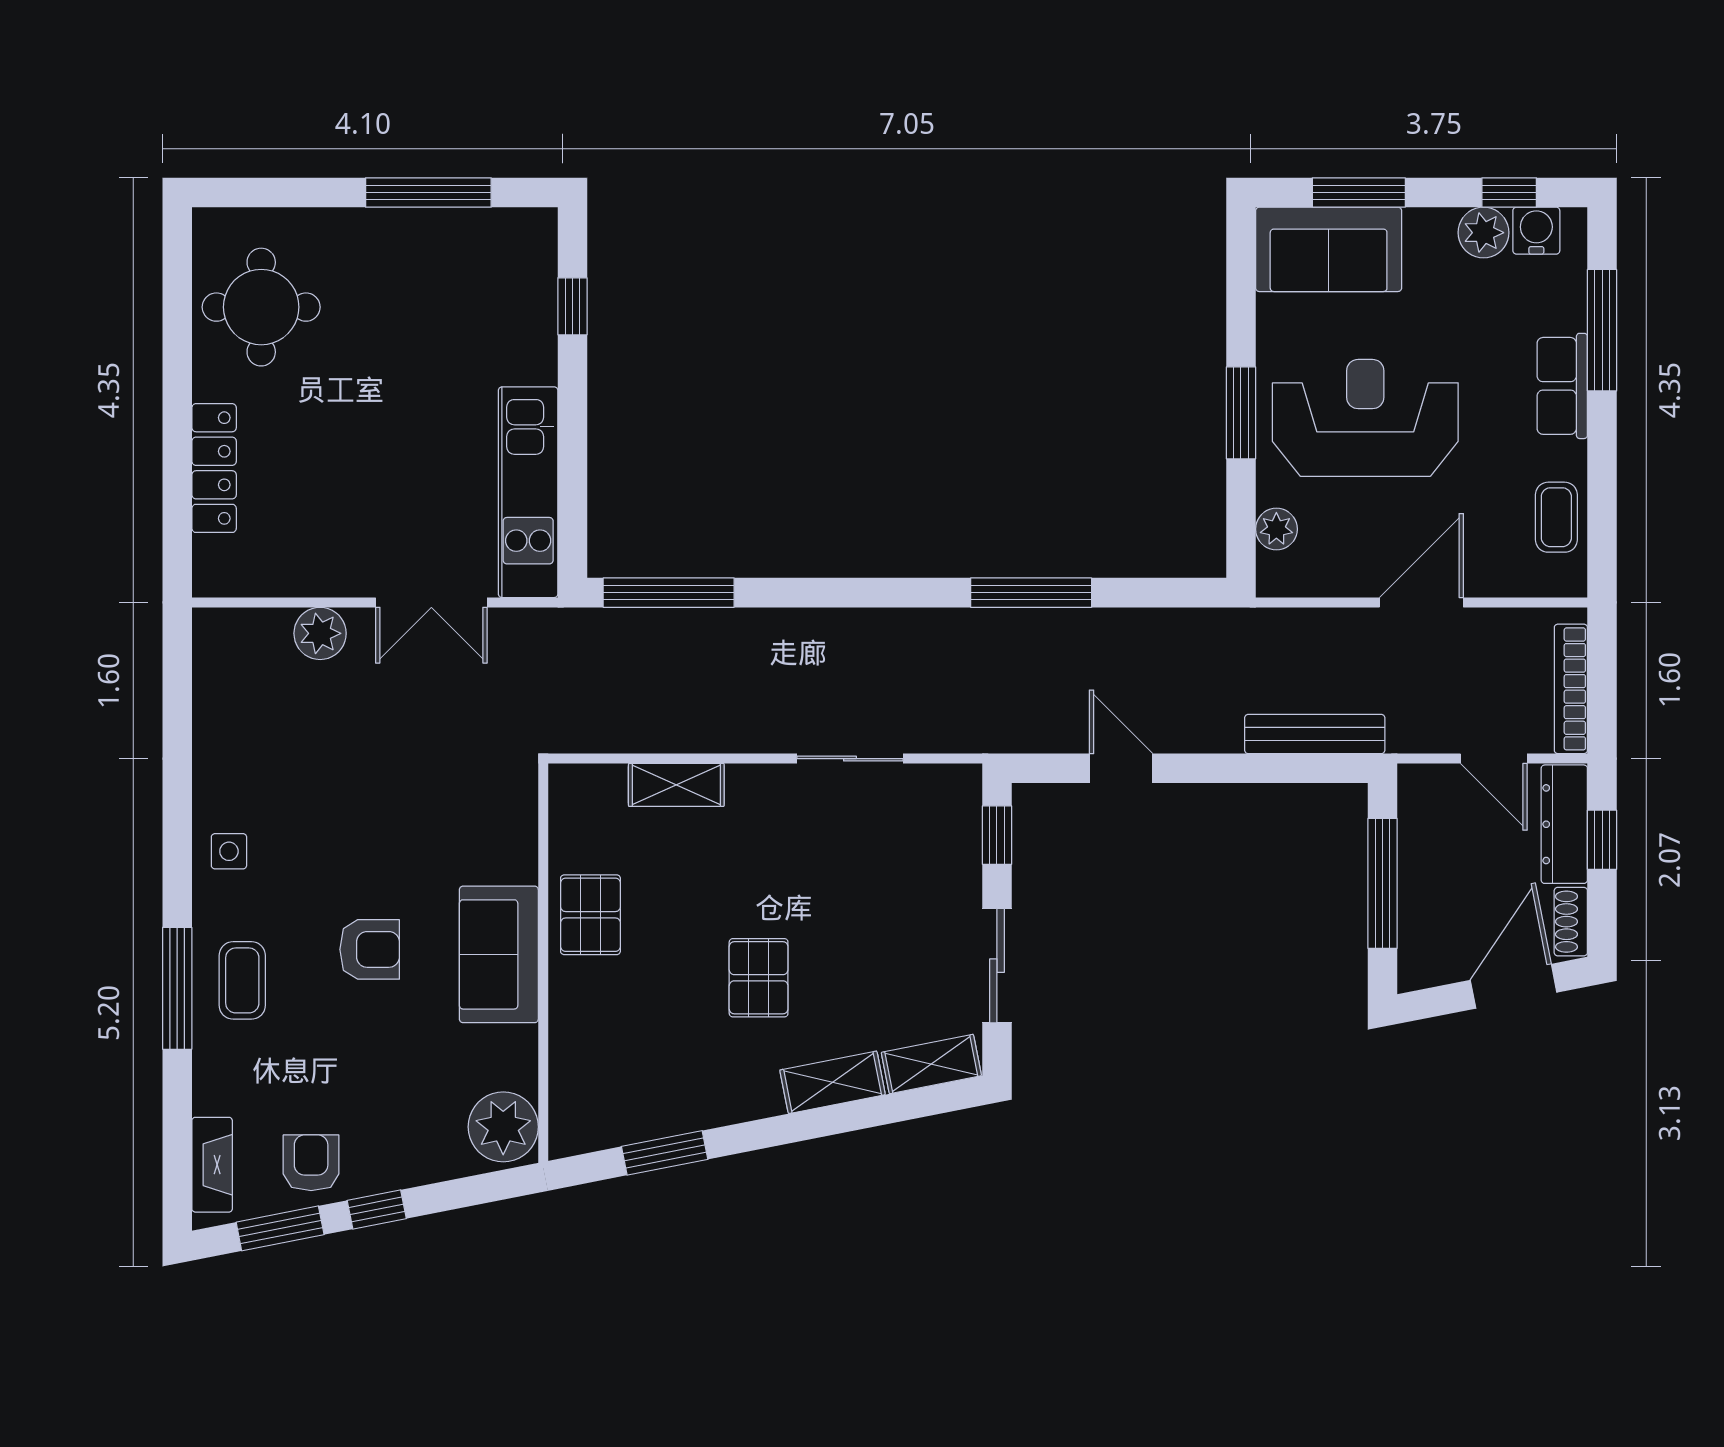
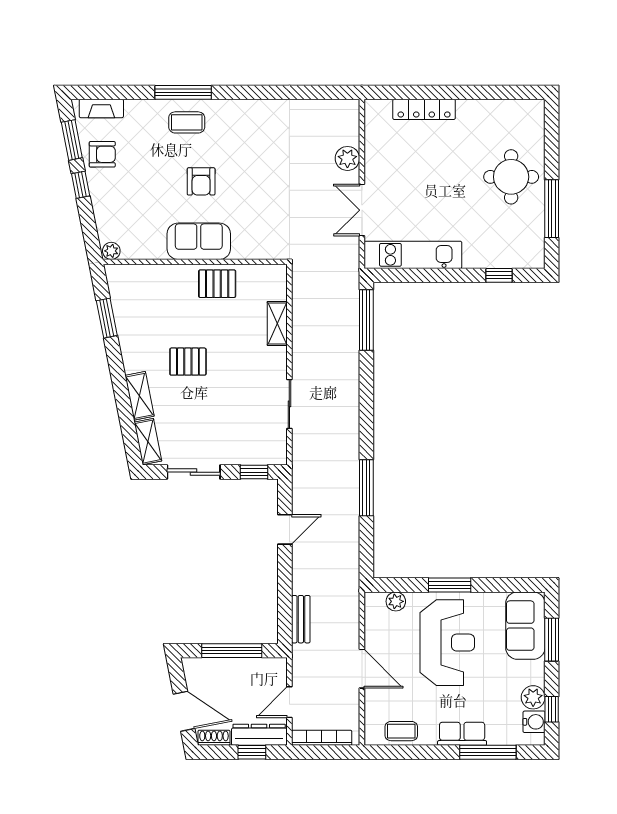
round table: (261, 307) -> (511, 177), moved
bench: (1315, 734) -> (301, 619), width x0.73
side table: (229, 851) -> (247, 116), removed
plant: (503, 1127) -> (111, 251), width x0.53, depth x0.53

